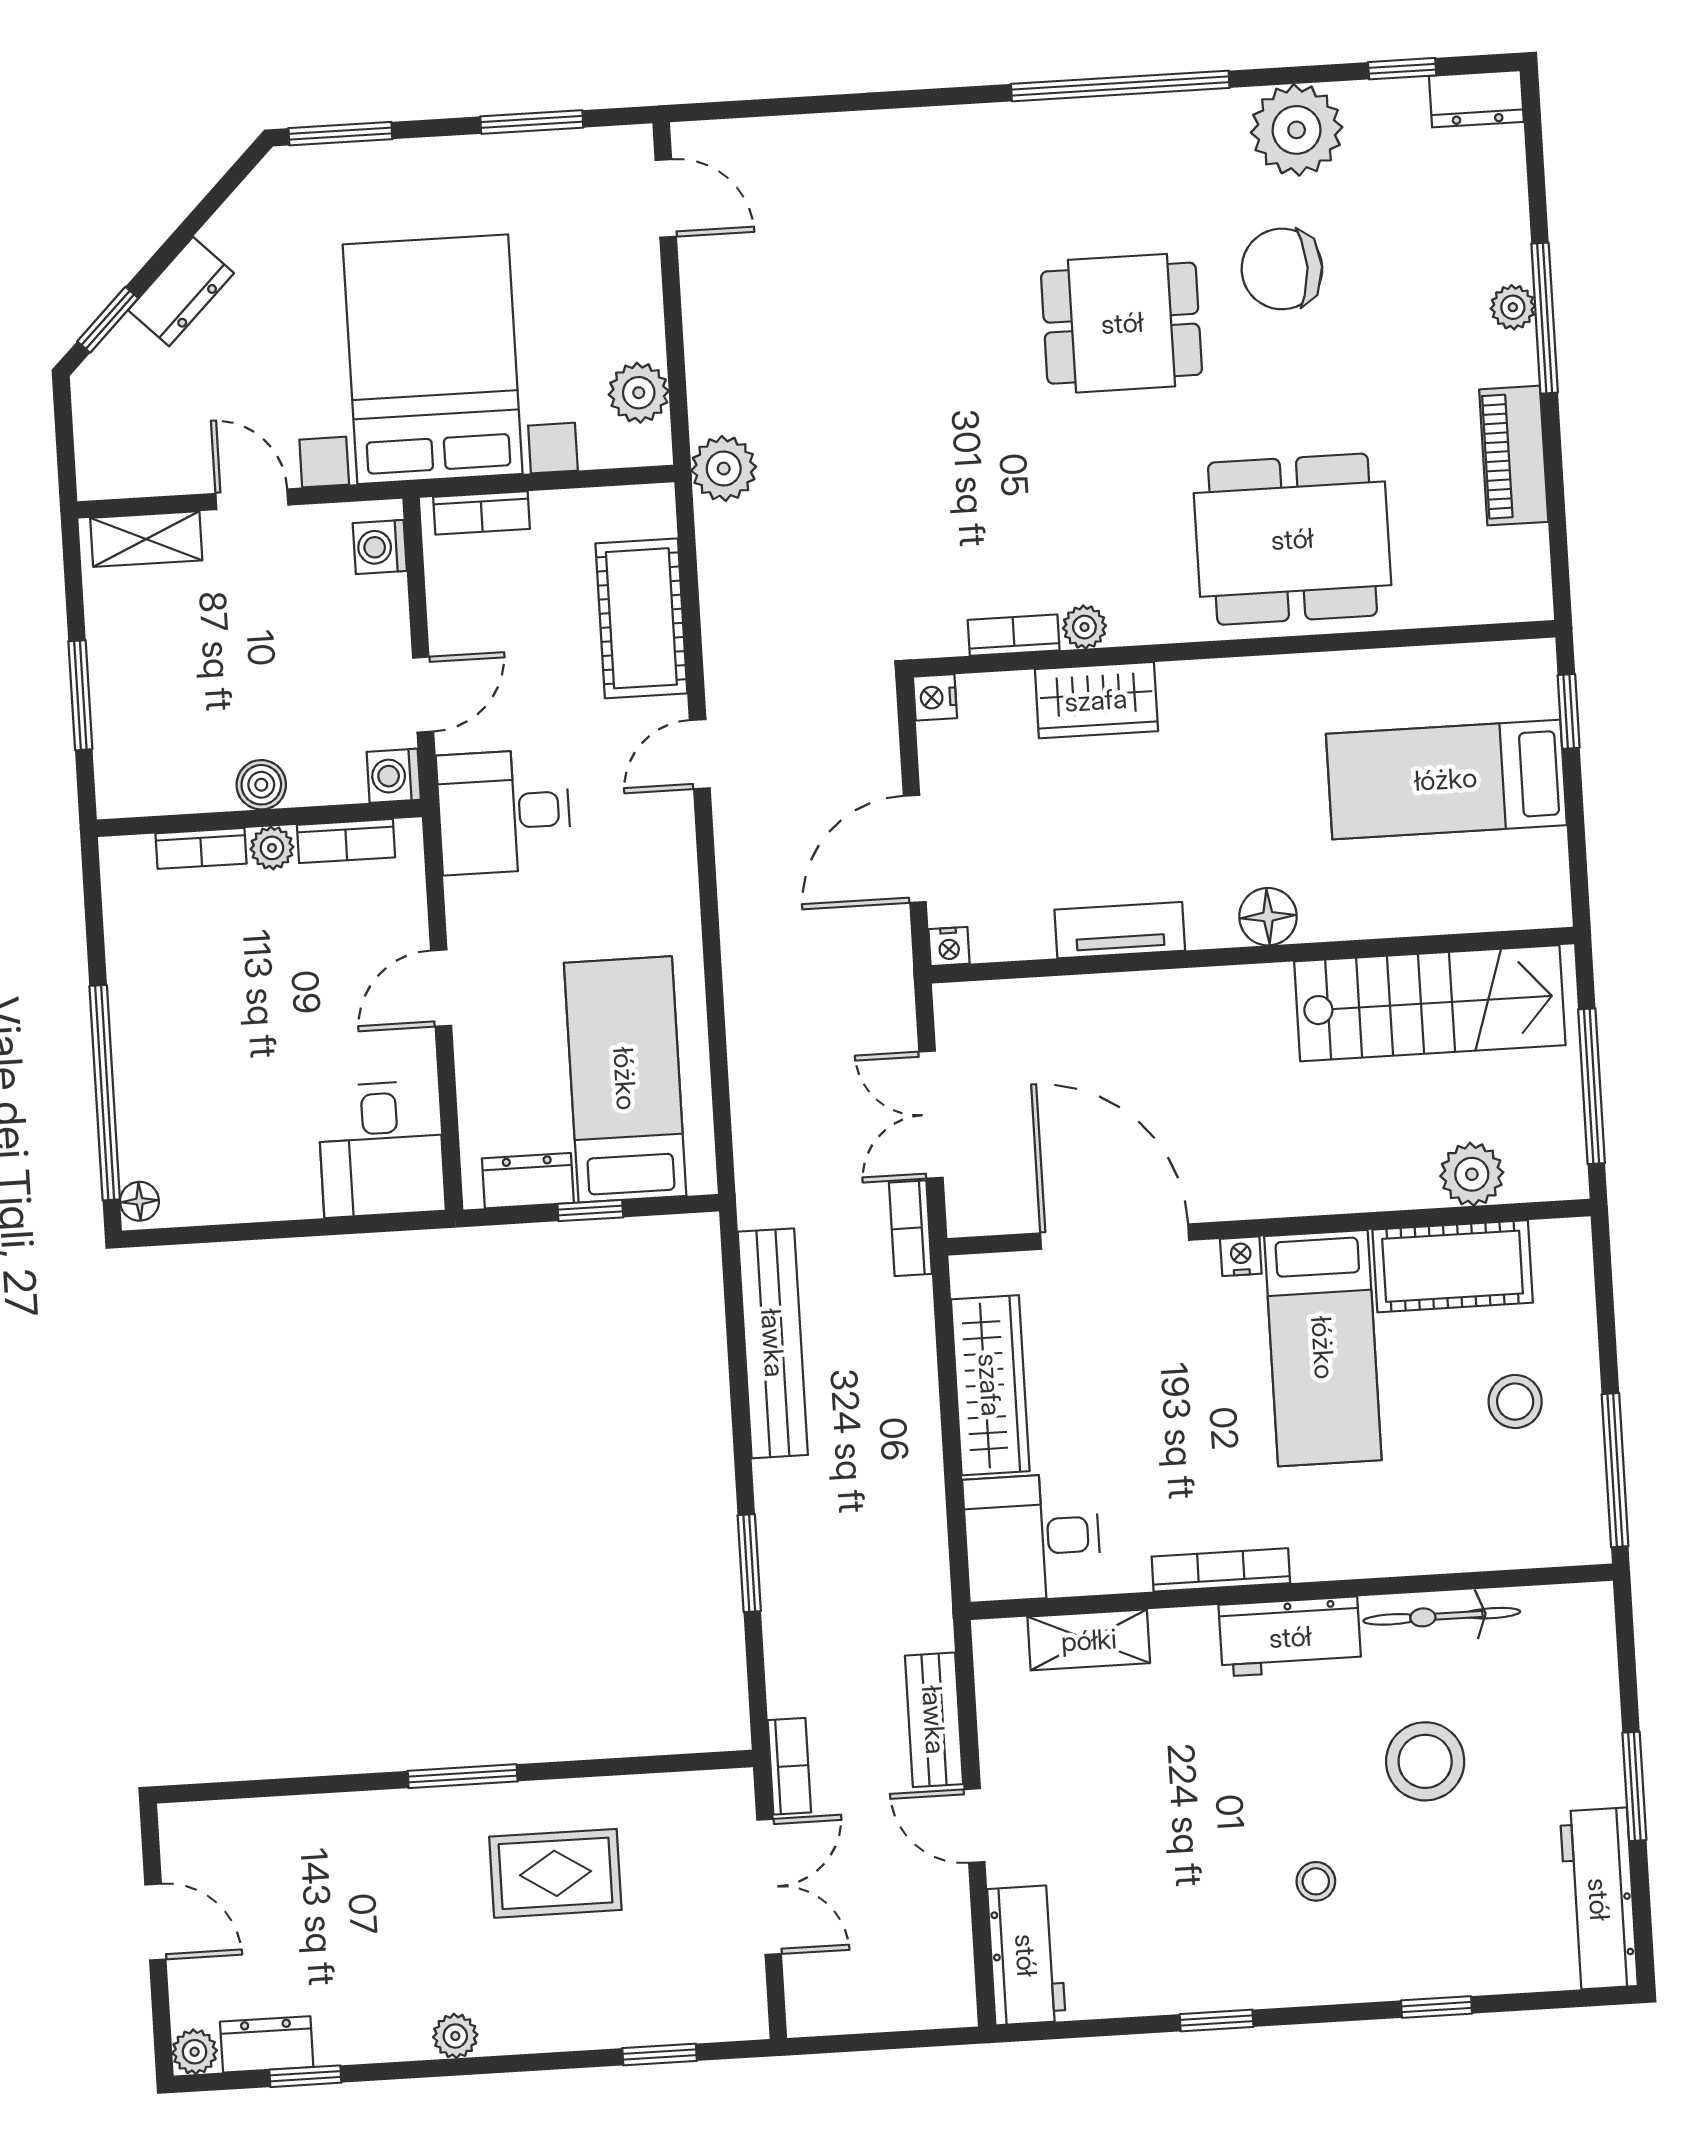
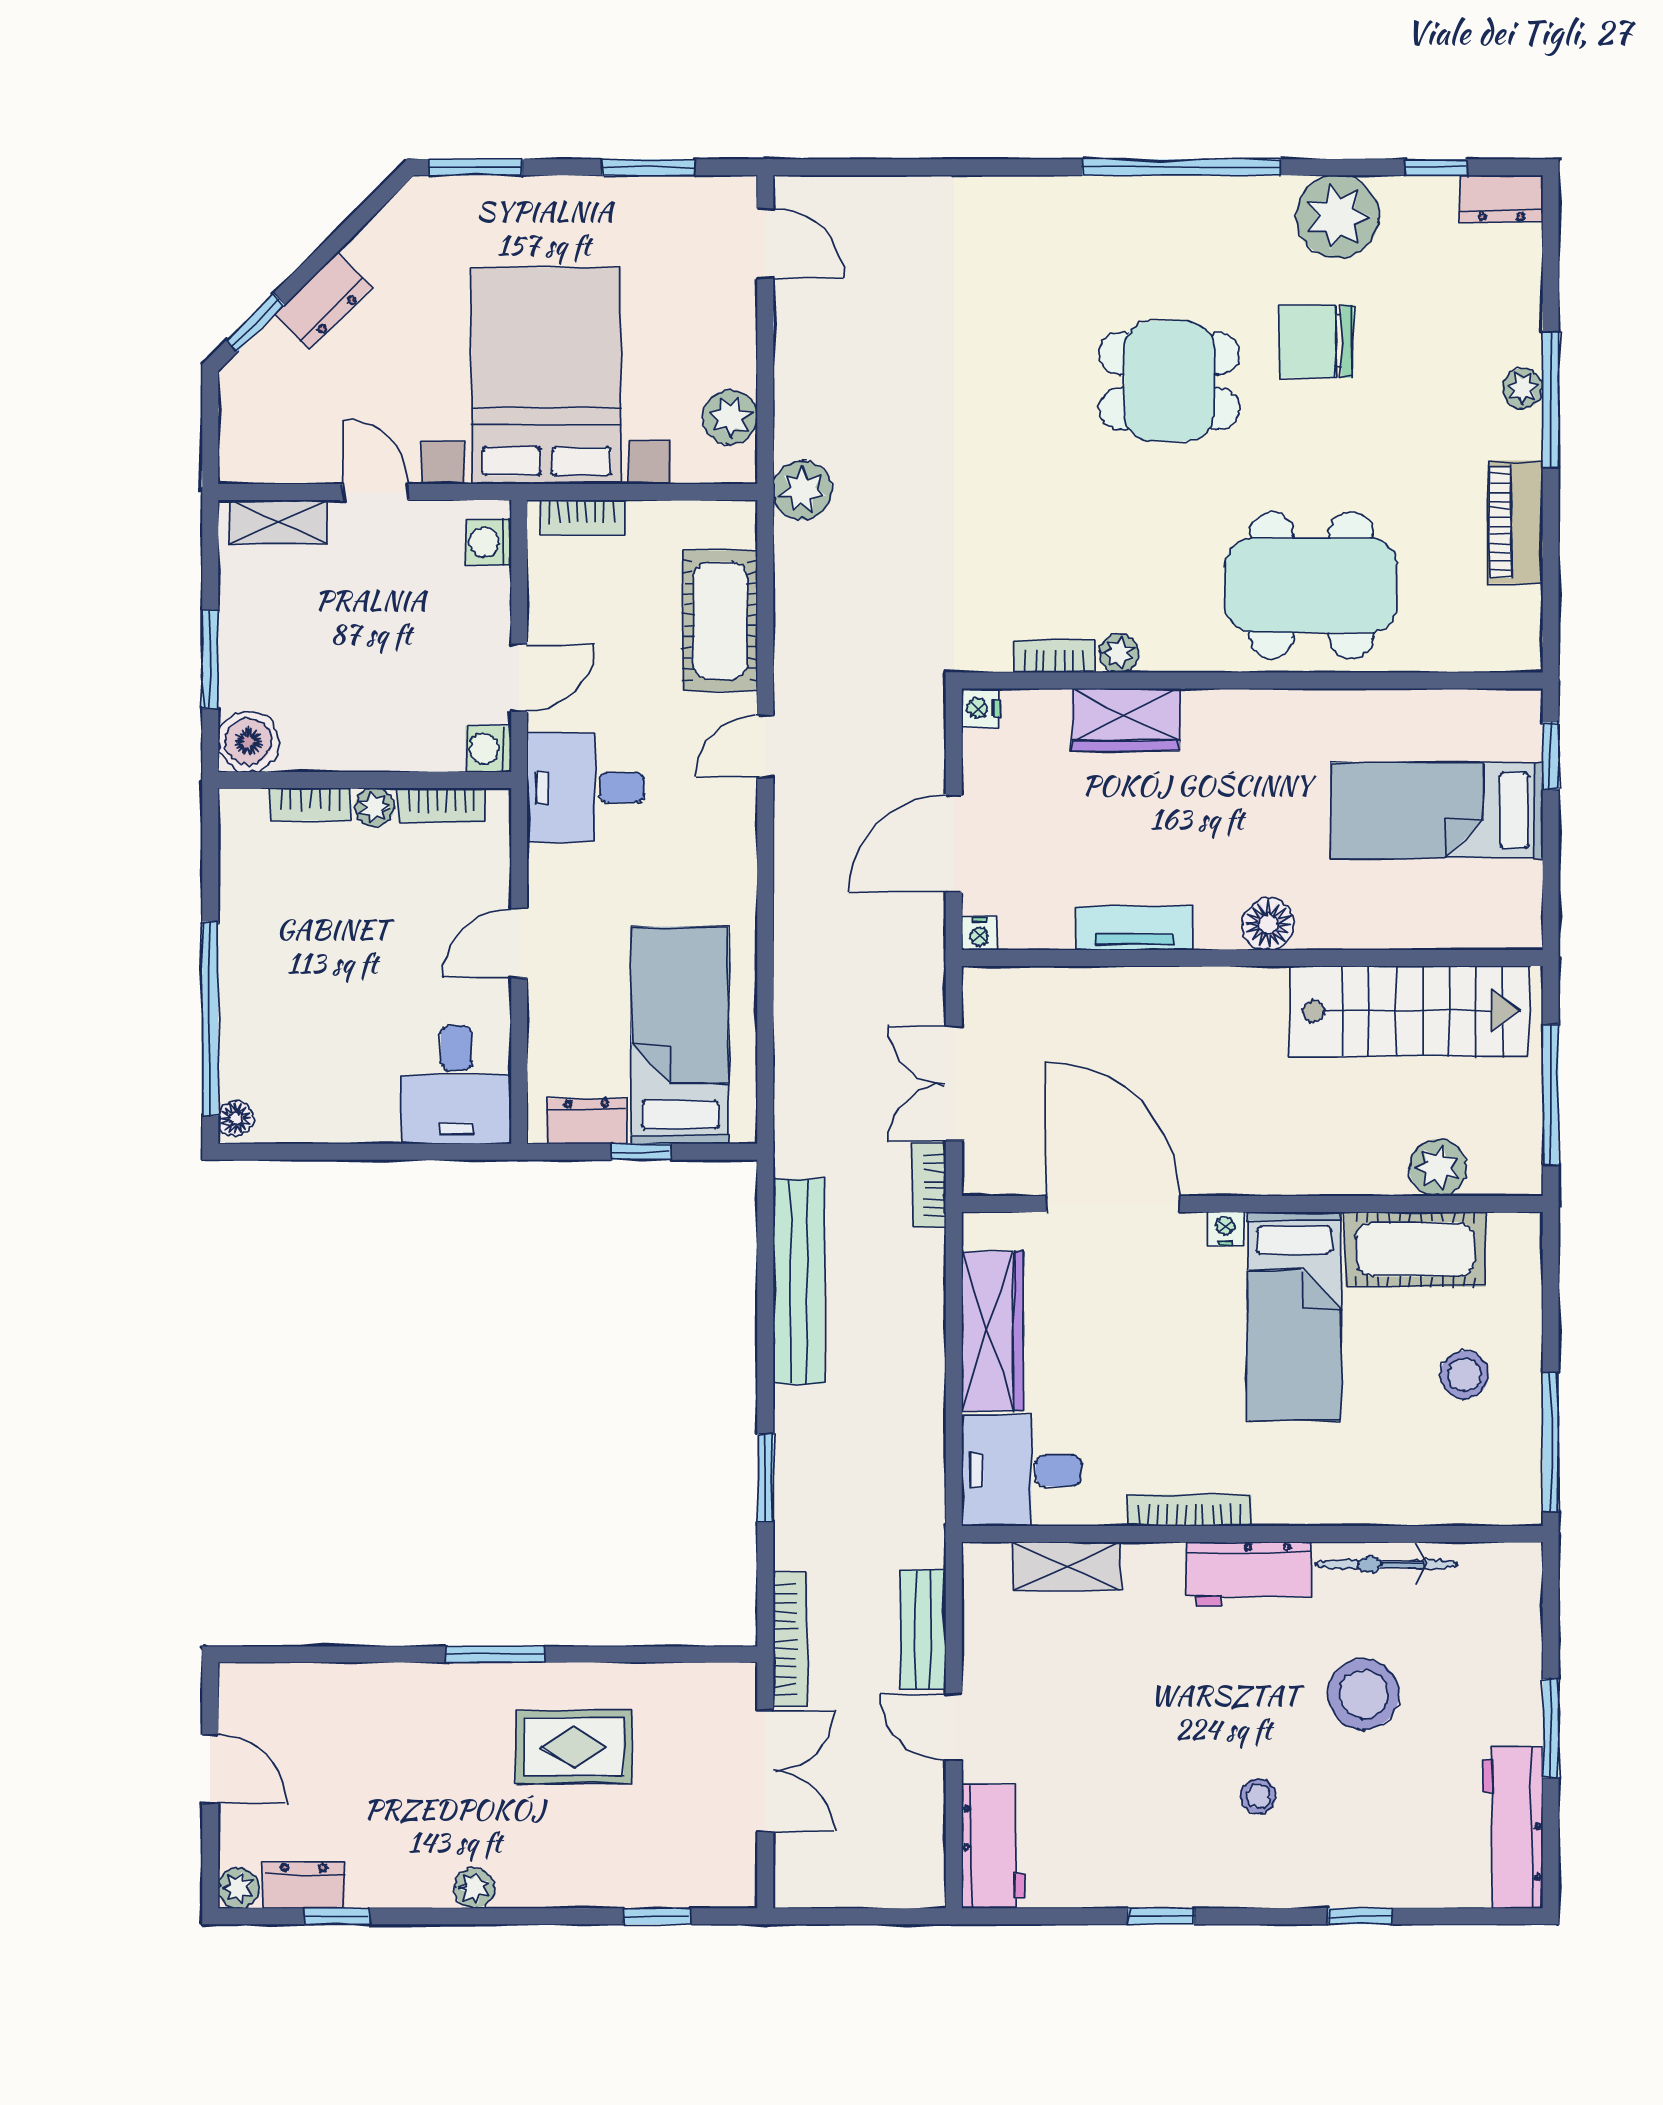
boiler: (261, 785) -> (249, 742), moved, width x1.36, depth x1.36
bookcase: (789, 1766) -> (790, 1639), width x1.56

